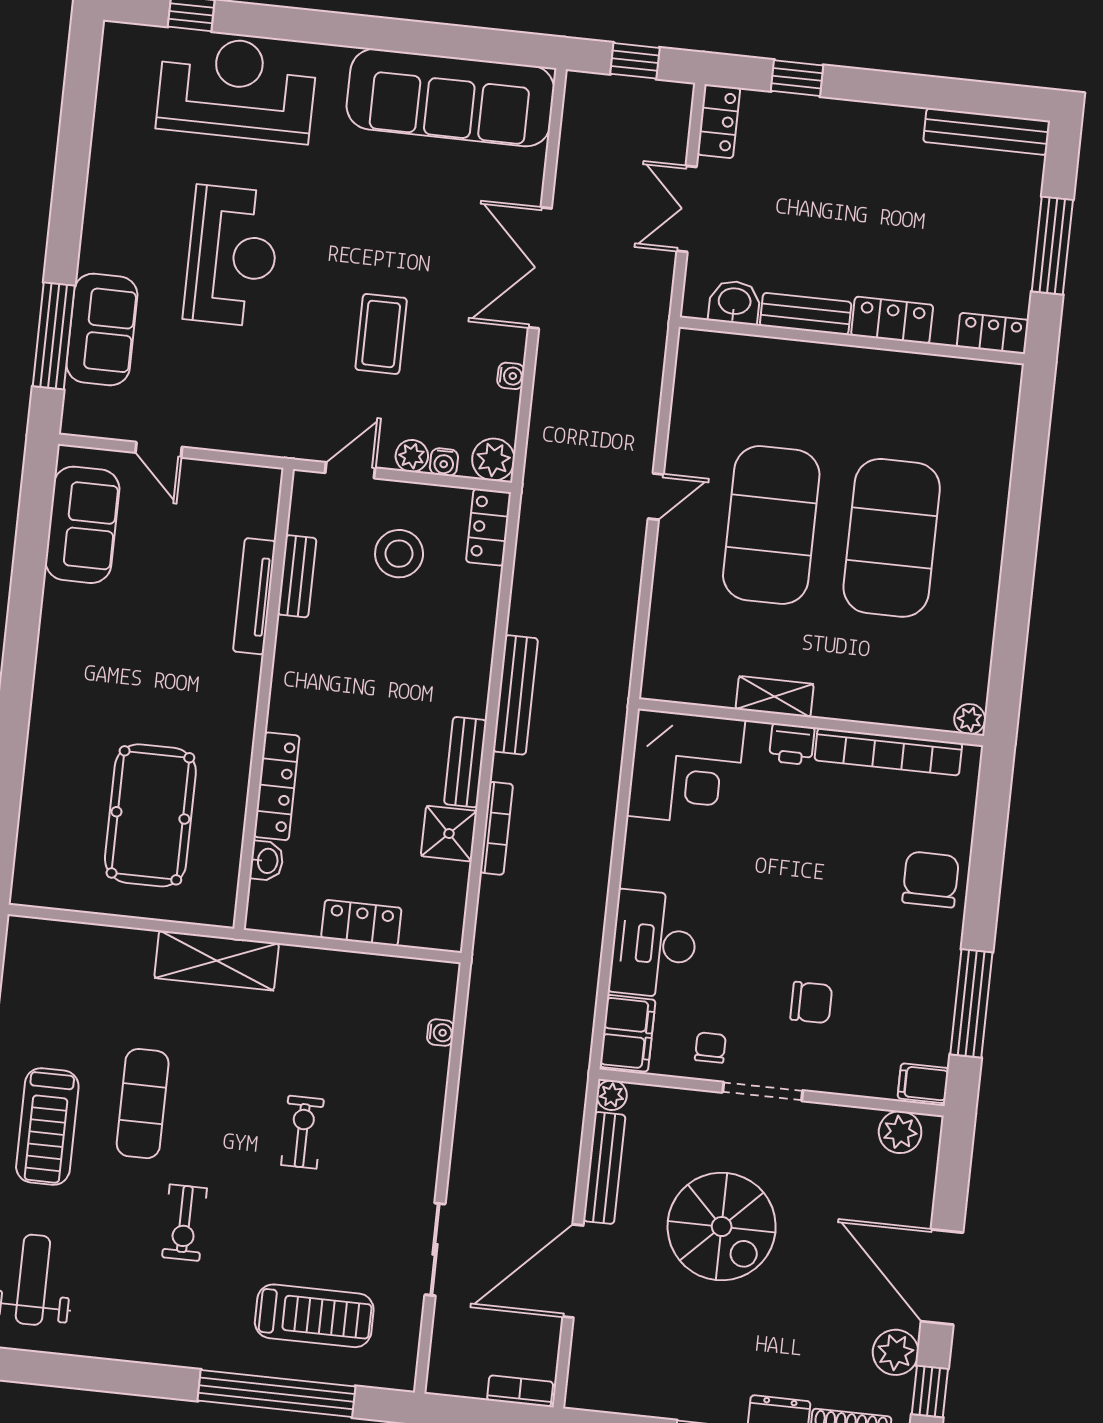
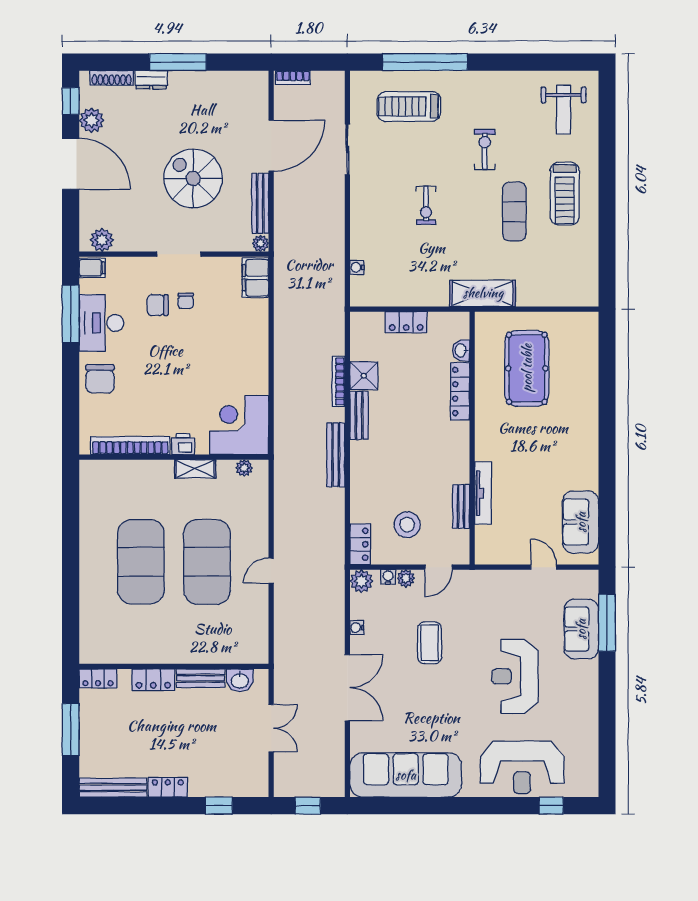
locker: (719, 121) -> (168, 787), moved, turned 90
plant: (970, 719) -> (244, 468), moved
desk: (654, 944) -> (101, 323), moved, turned 180
chair: (710, 1048) -> (186, 301), moved
treadmill: (47, 1126) -> (565, 194), turned 180

